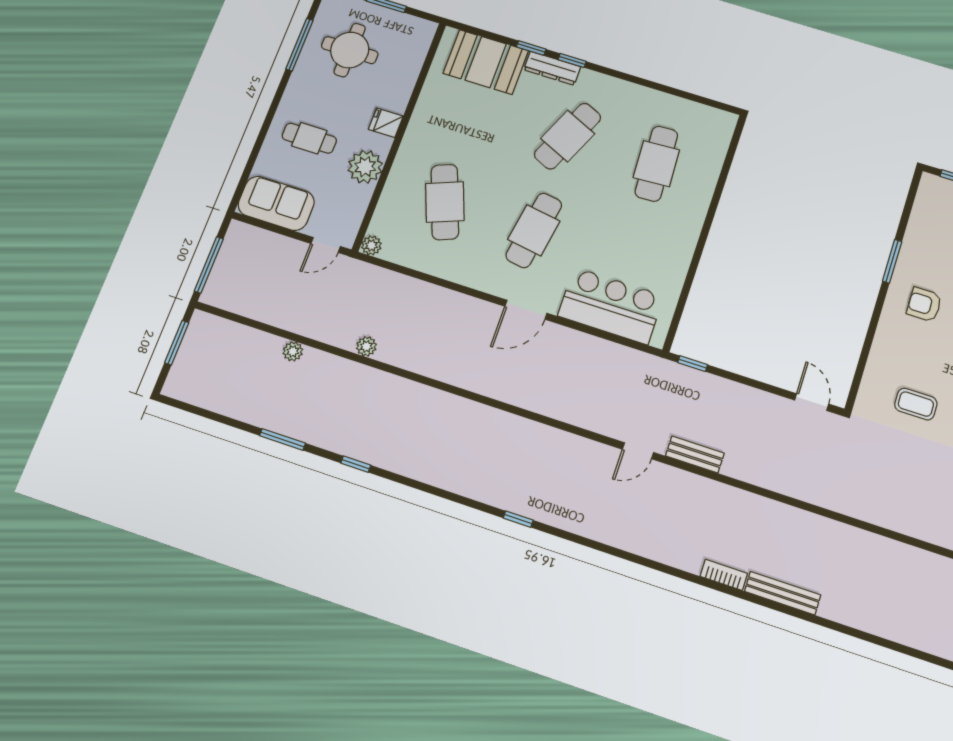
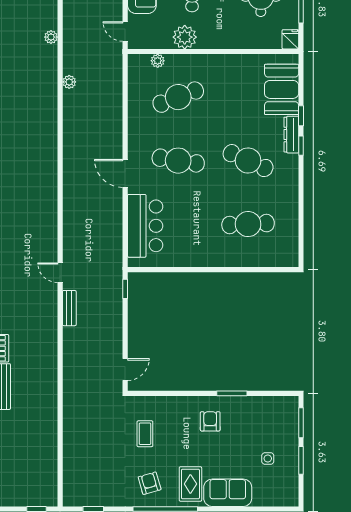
fridge: (386, 123) -> (290, 39), moved
plant: (371, 245) -> (158, 61), moved

